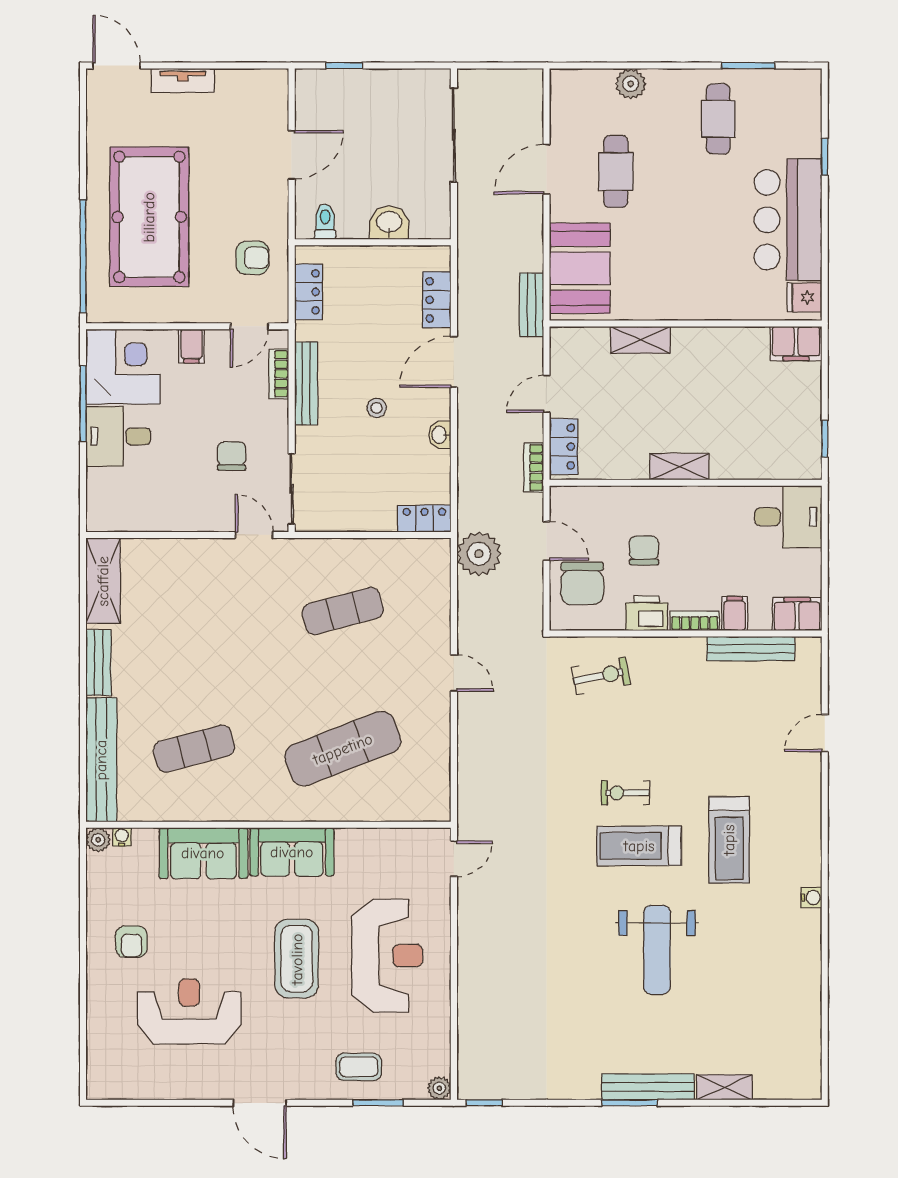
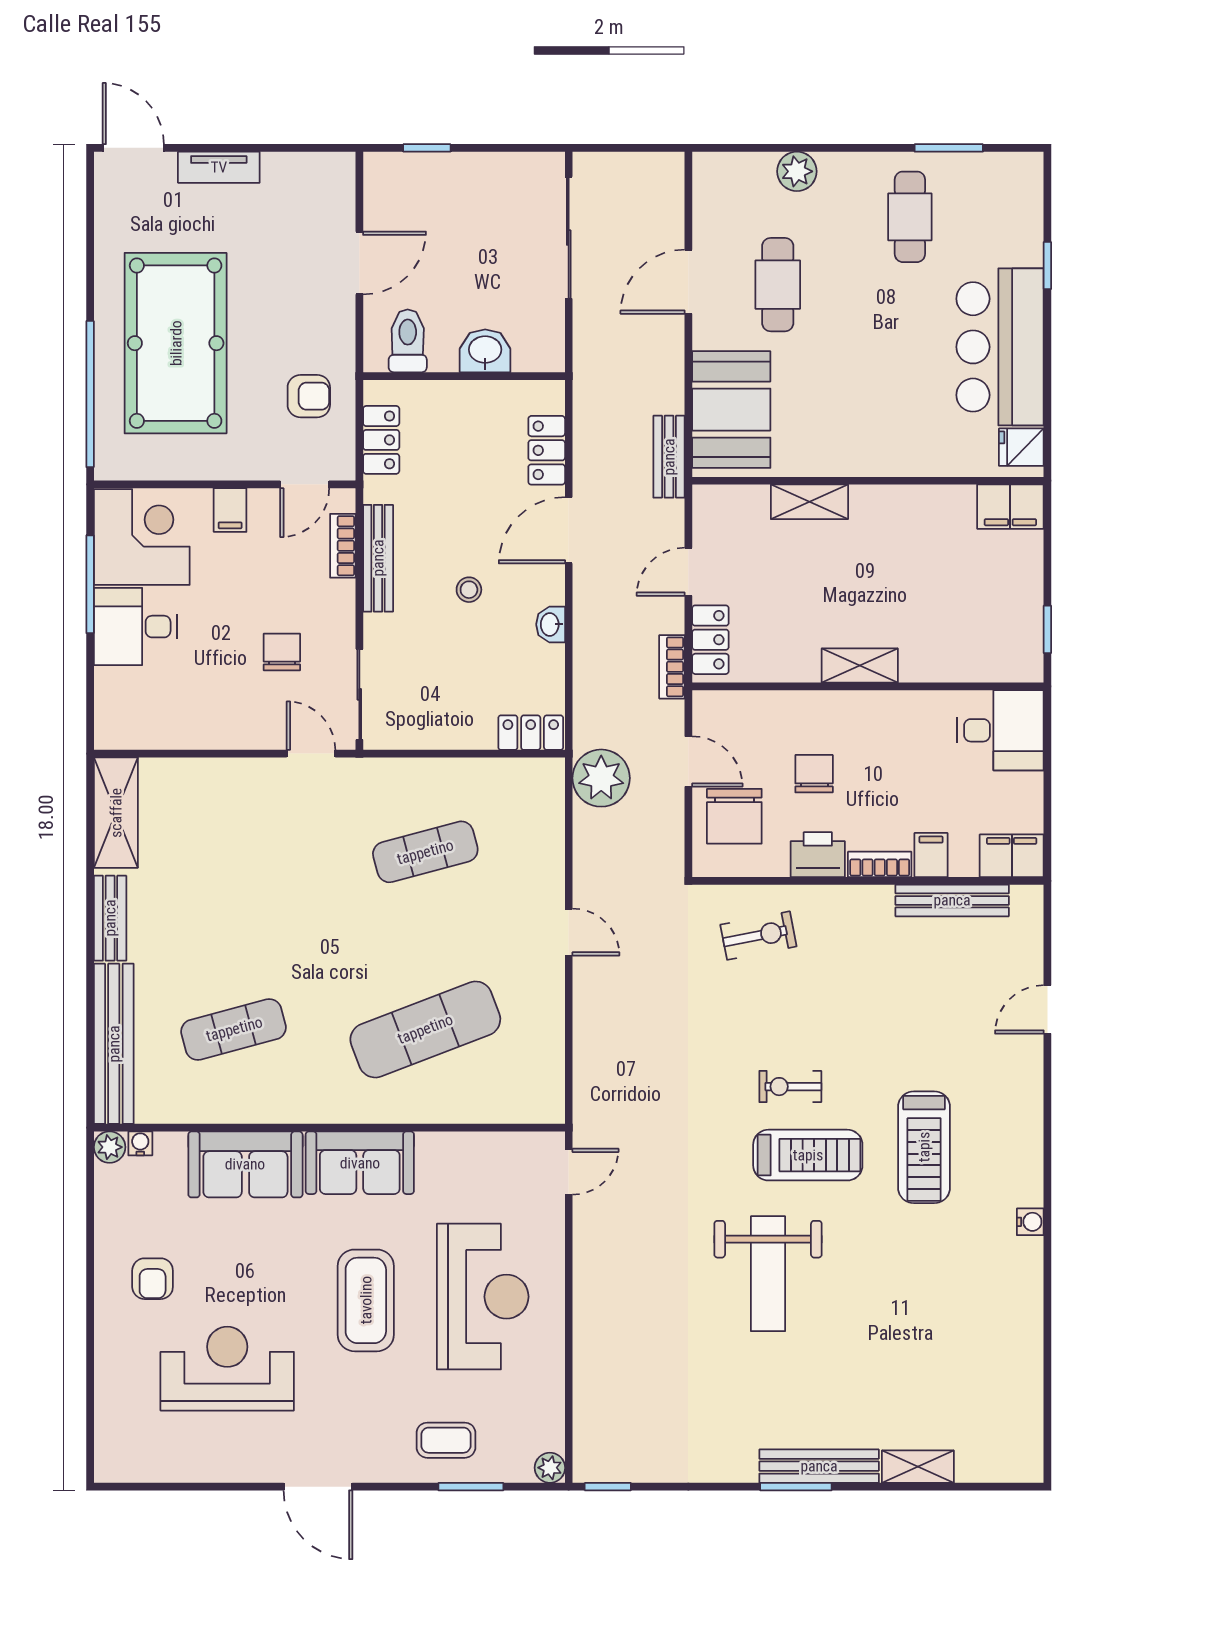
toilet: (325, 222) -> (408, 341), width x1.37, depth x1.39
treadmill: (639, 846) -> (808, 1155), turned 180
weight bench: (657, 950) -> (768, 1274), moved

